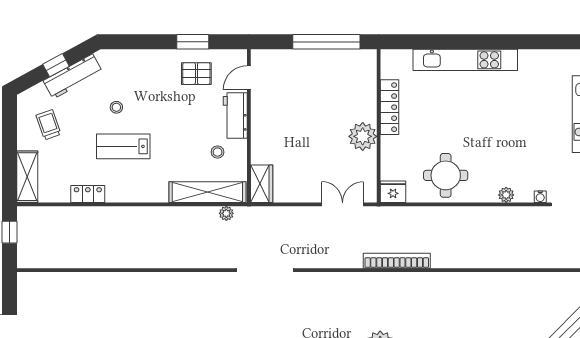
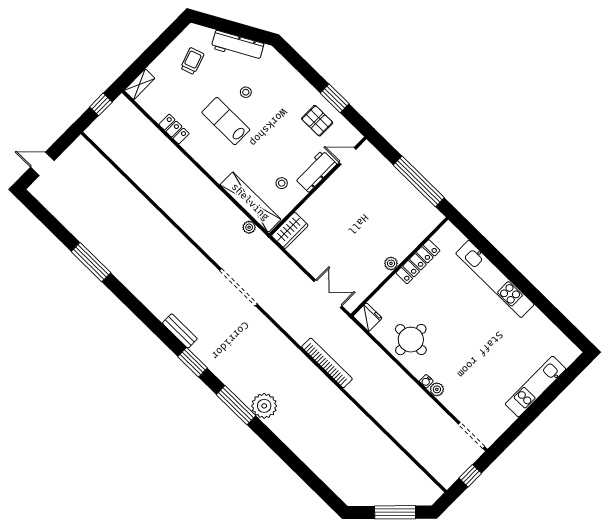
window: (56, 65) -> (234, 28), removed
plant: (363, 136) -> (391, 263), width x0.53, depth x0.53
shelving: (27, 177) -> (140, 84), width x0.67, depth x0.75
water cooler: (540, 197) -> (426, 381), moved

